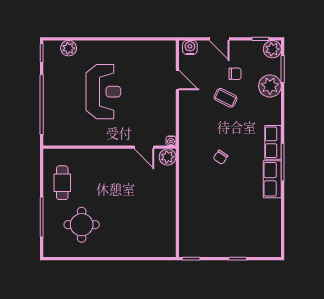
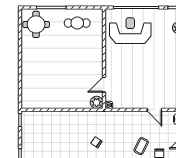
door: (177, 80) -> (155, 110), hinge flipped
reception desk: (103, 92) -> (130, 31), moved, turned 180
round table: (82, 225) -> (36, 24), moved

